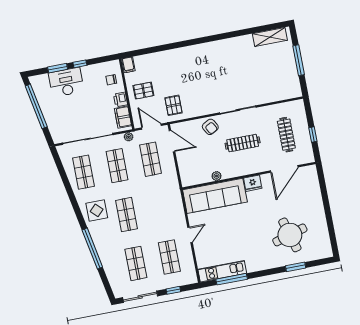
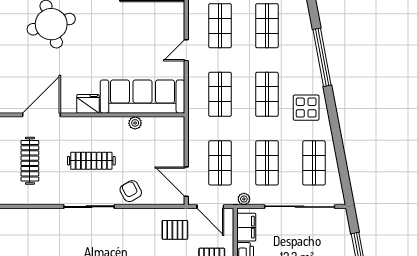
pallet: (173, 105) -> (175, 230), turned 90
shop shelf: (160, 208) -> (220, 94), added

